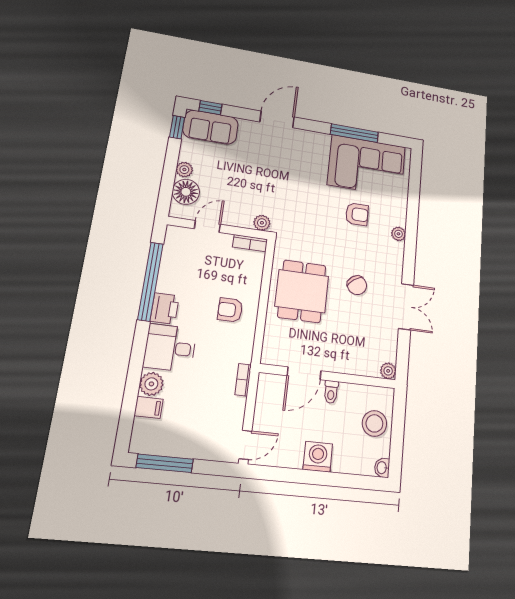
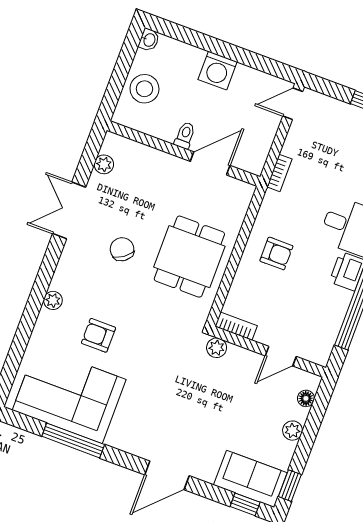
floor lamp: (186, 192) -> (306, 398), width x0.53, depth x0.53
plant: (388, 371) -> (104, 164), moved

